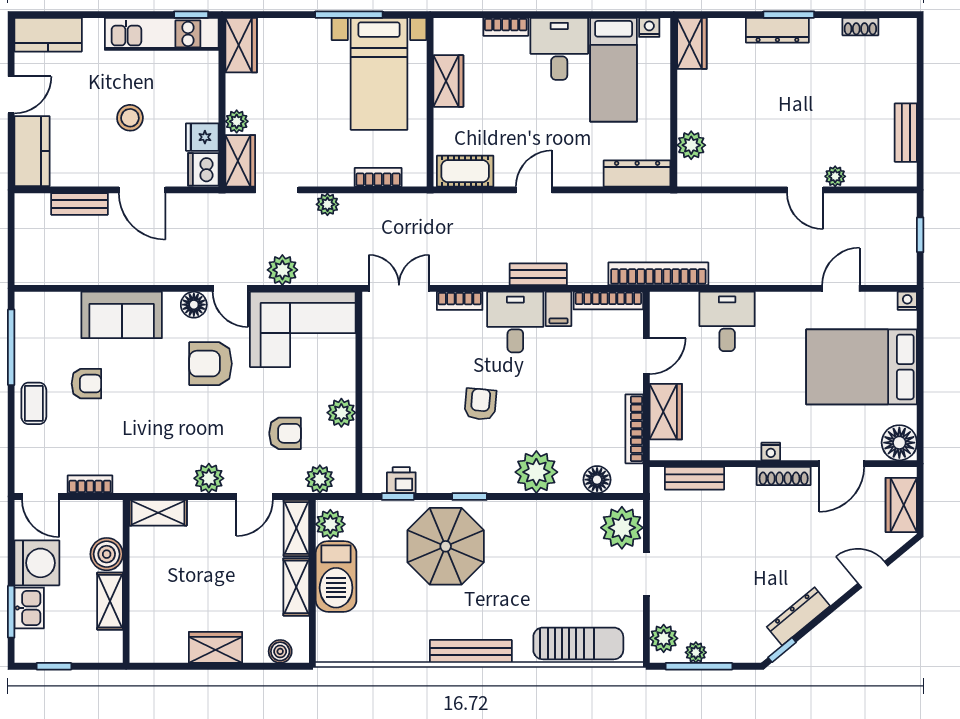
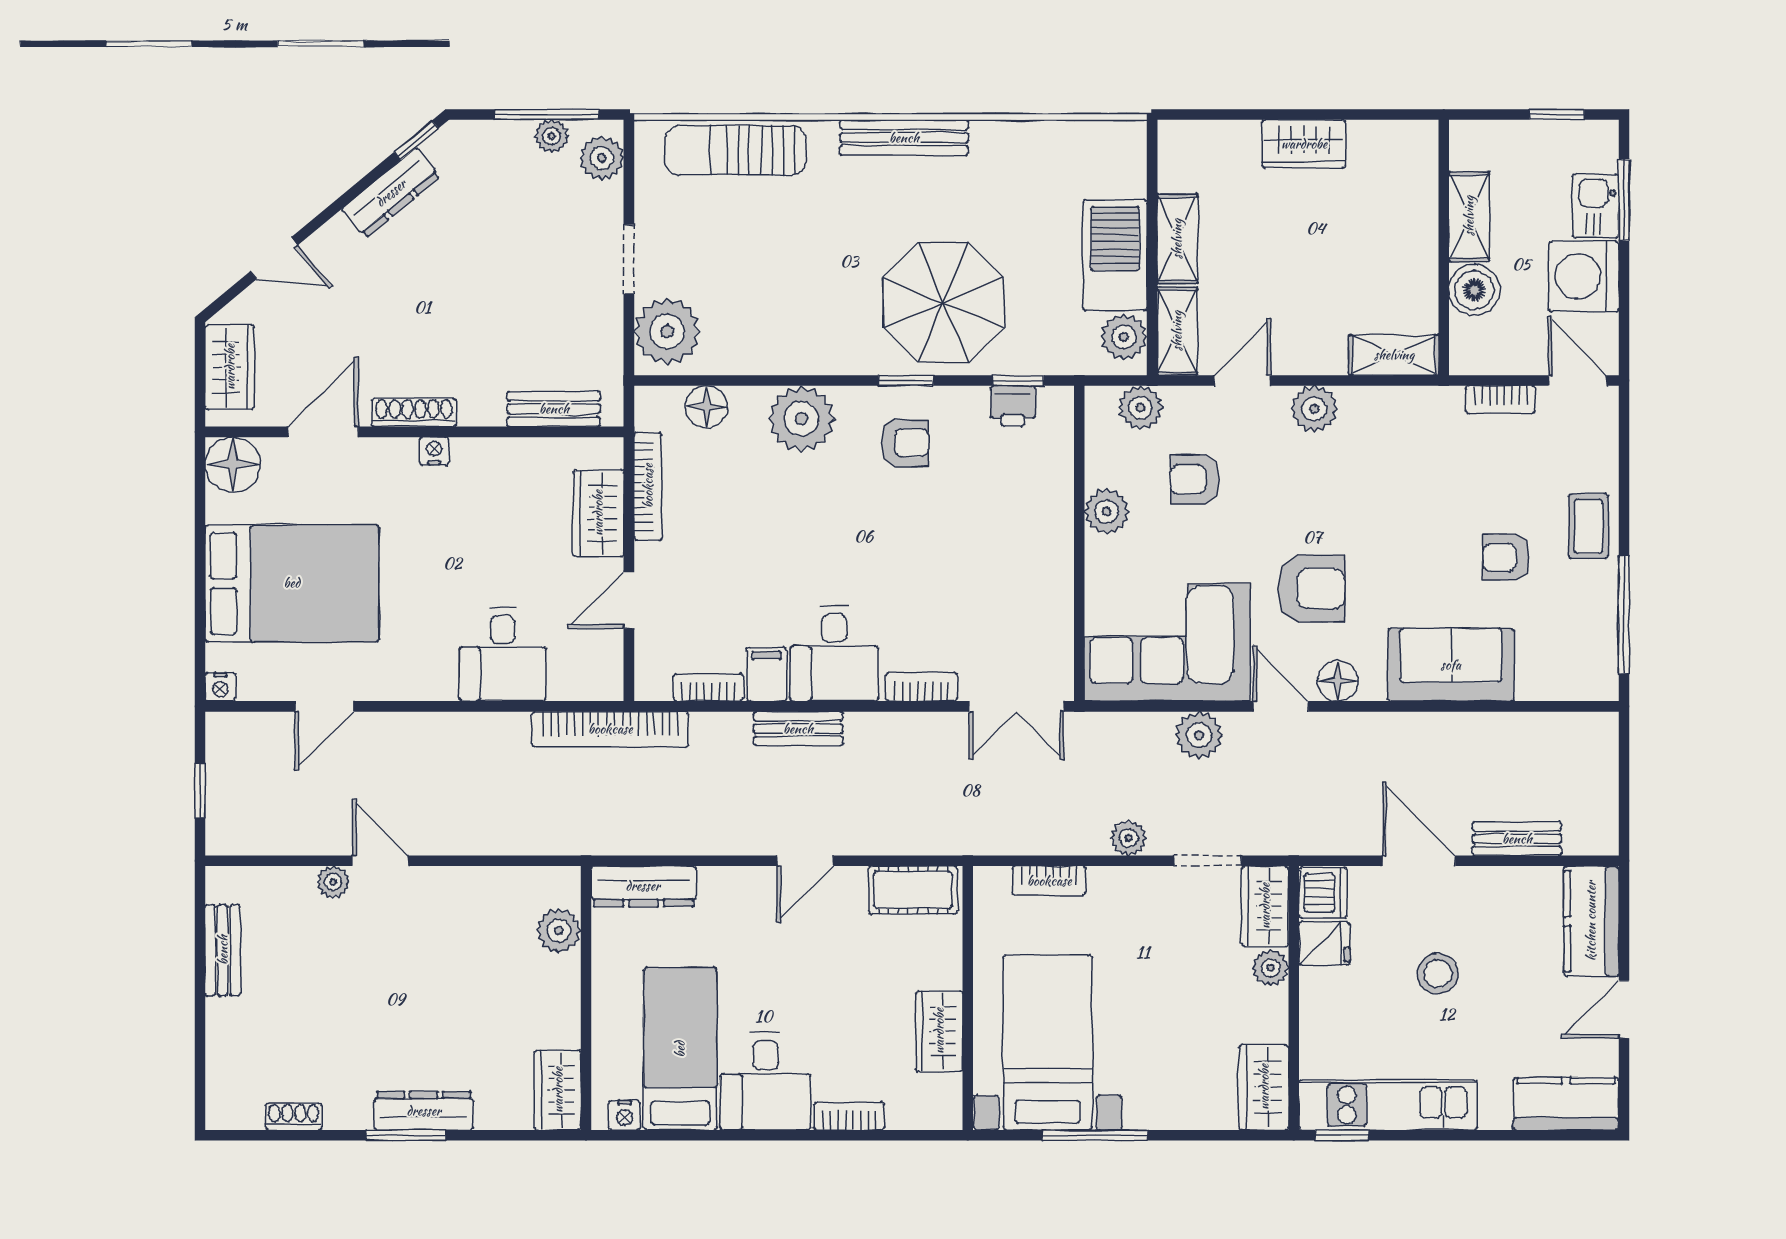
bookcase: (608, 301) -> (708, 687), width x0.64
armchair: (480, 404) -> (905, 443), moved, turned -95
boiler: (280, 651) -> (1203, 138), removed

